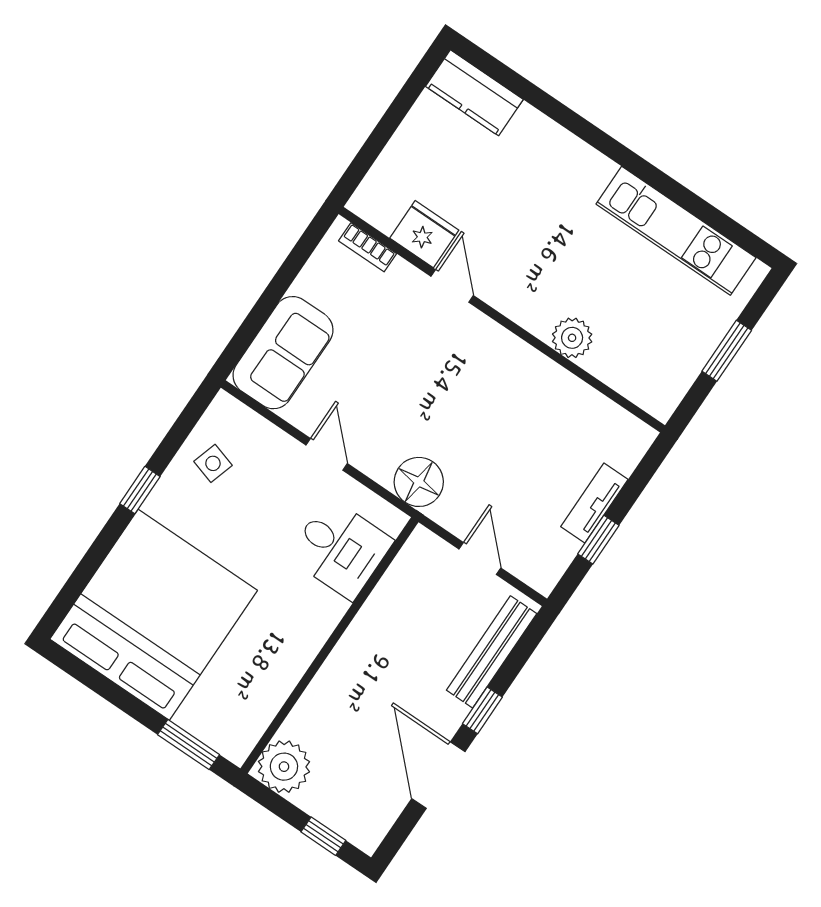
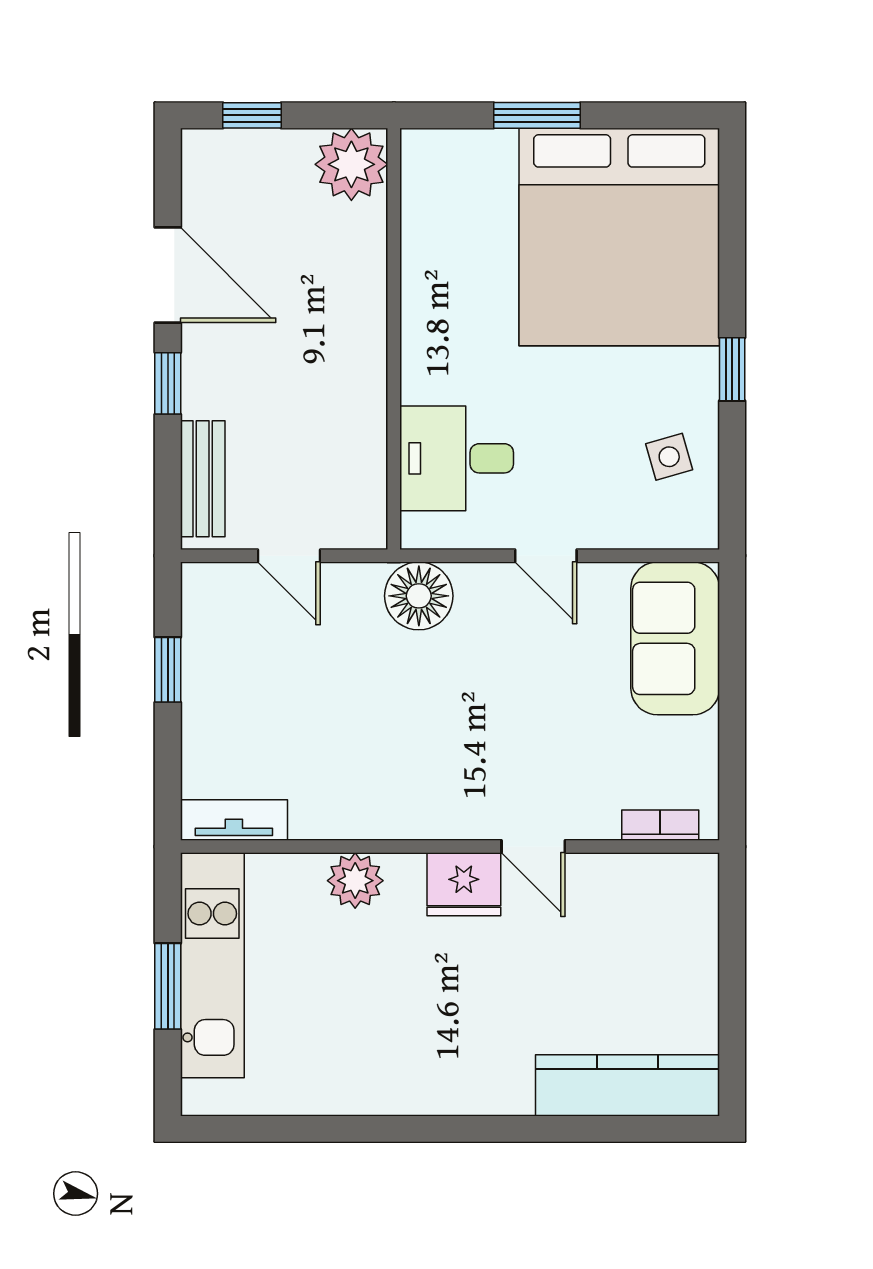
kitchen counter: (474, 93) -> (627, 1085), width x1.50
kitchen unit: (676, 231) -> (212, 965), moved, turned 90
fridge: (424, 234) -> (464, 884), moved
side table: (213, 463) -> (669, 457), turned -33
tv unit: (594, 503) -> (234, 820), moved, turned -90
bench: (492, 652) -> (203, 479), width x0.73
window: (189, 745) -> (537, 115), moved

